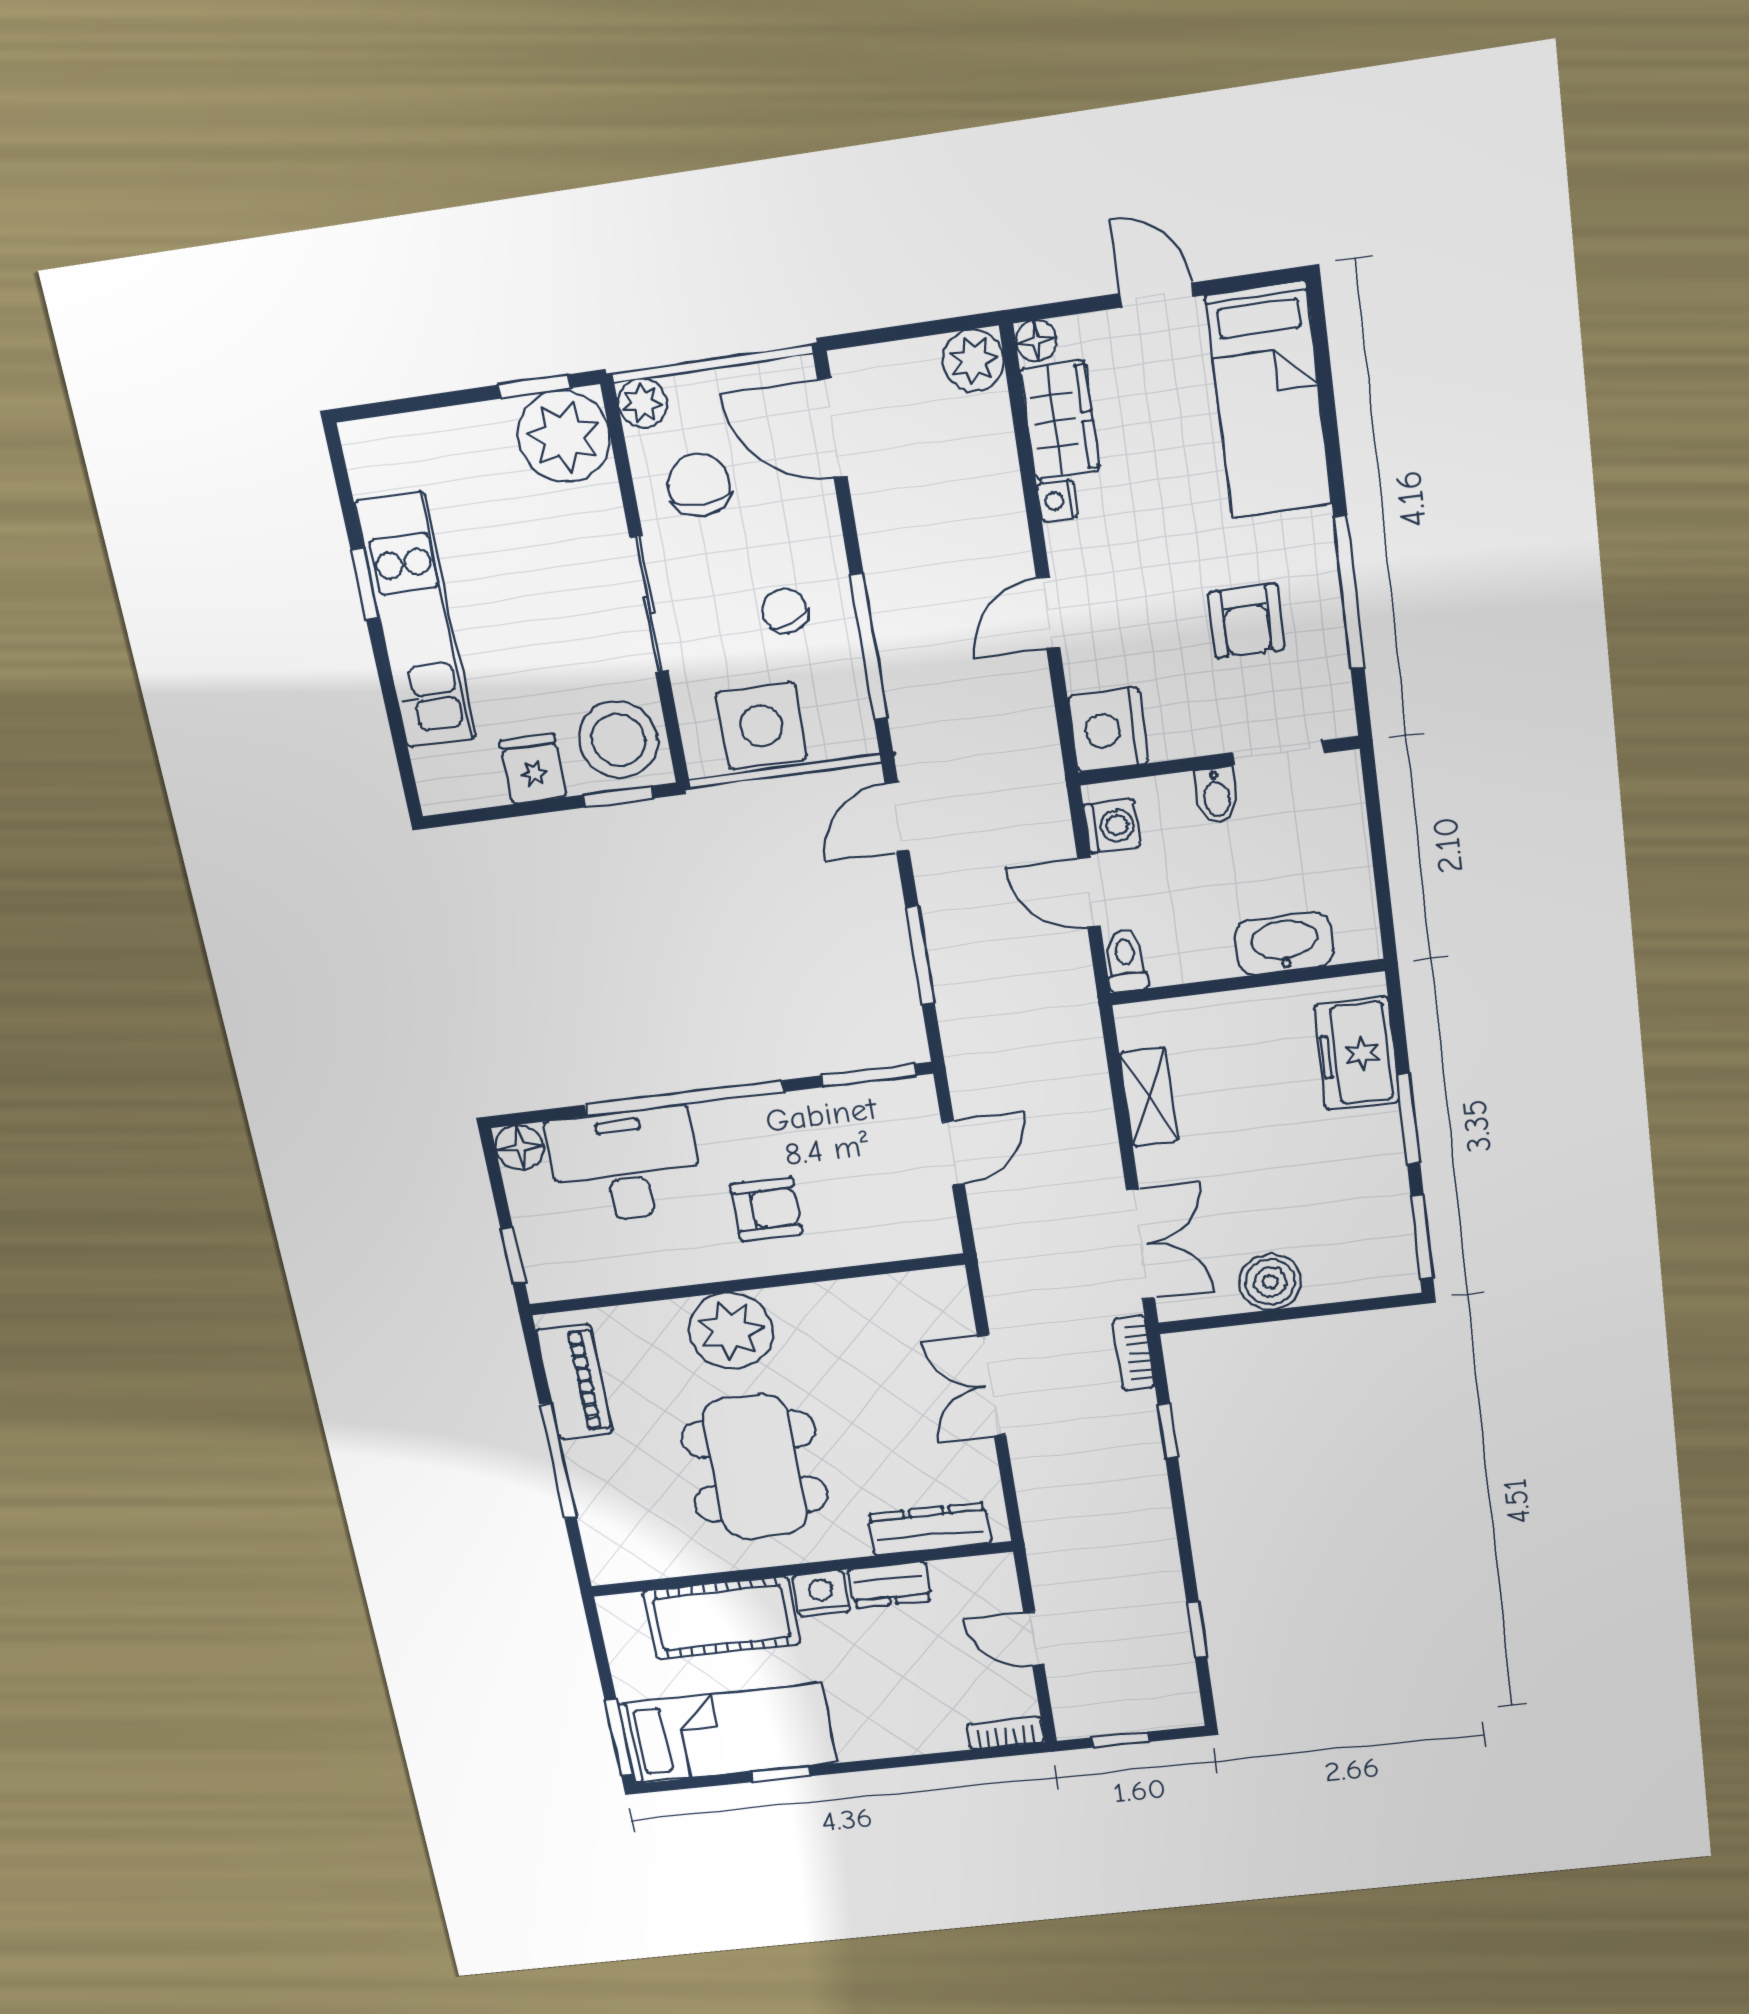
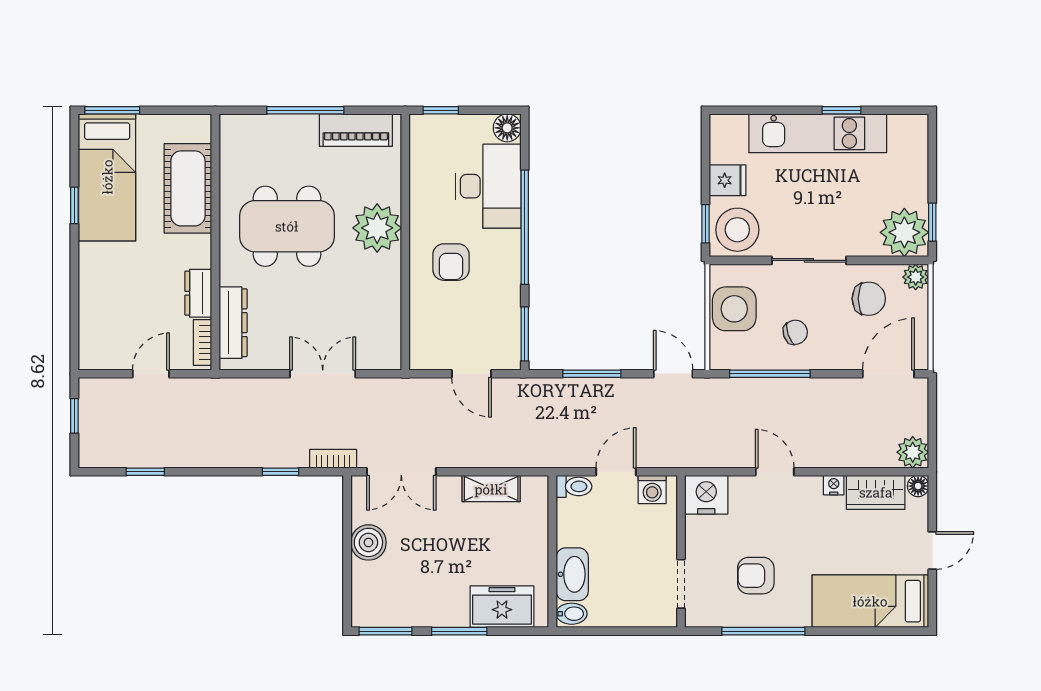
bidet: (1216, 795) -> (572, 614), moved, turned 180
nightstand: (821, 1593) -> (197, 251), removed
bookcase: (1006, 1733) -> (202, 342), moved, turned 180

